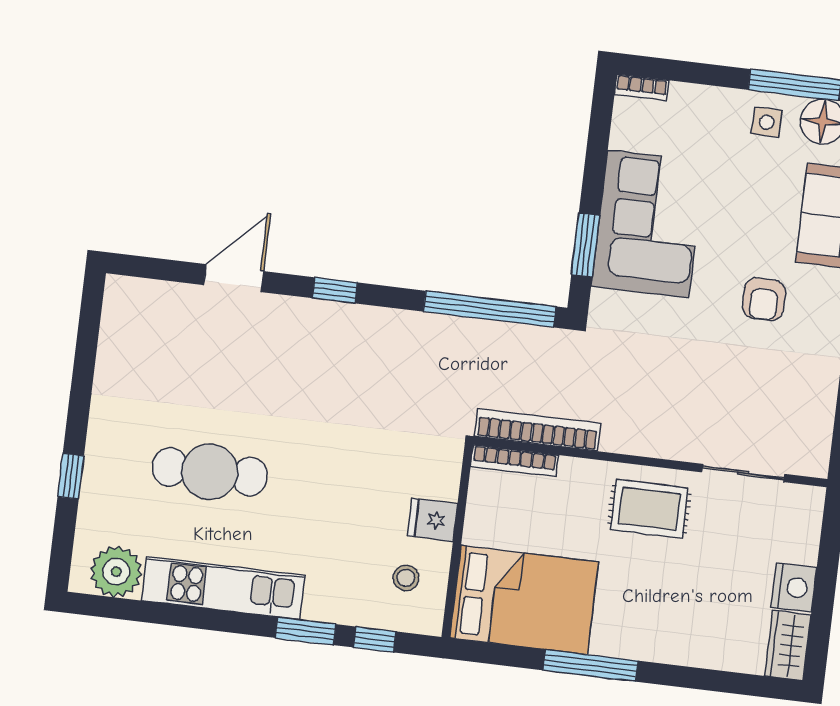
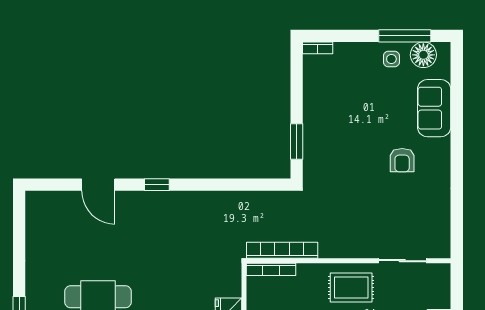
corner sofa: (648, 224) -> (331, 125), removed
door: (234, 278) -> (98, 185), swing flipped
window: (490, 309) -> (246, 185), removed

